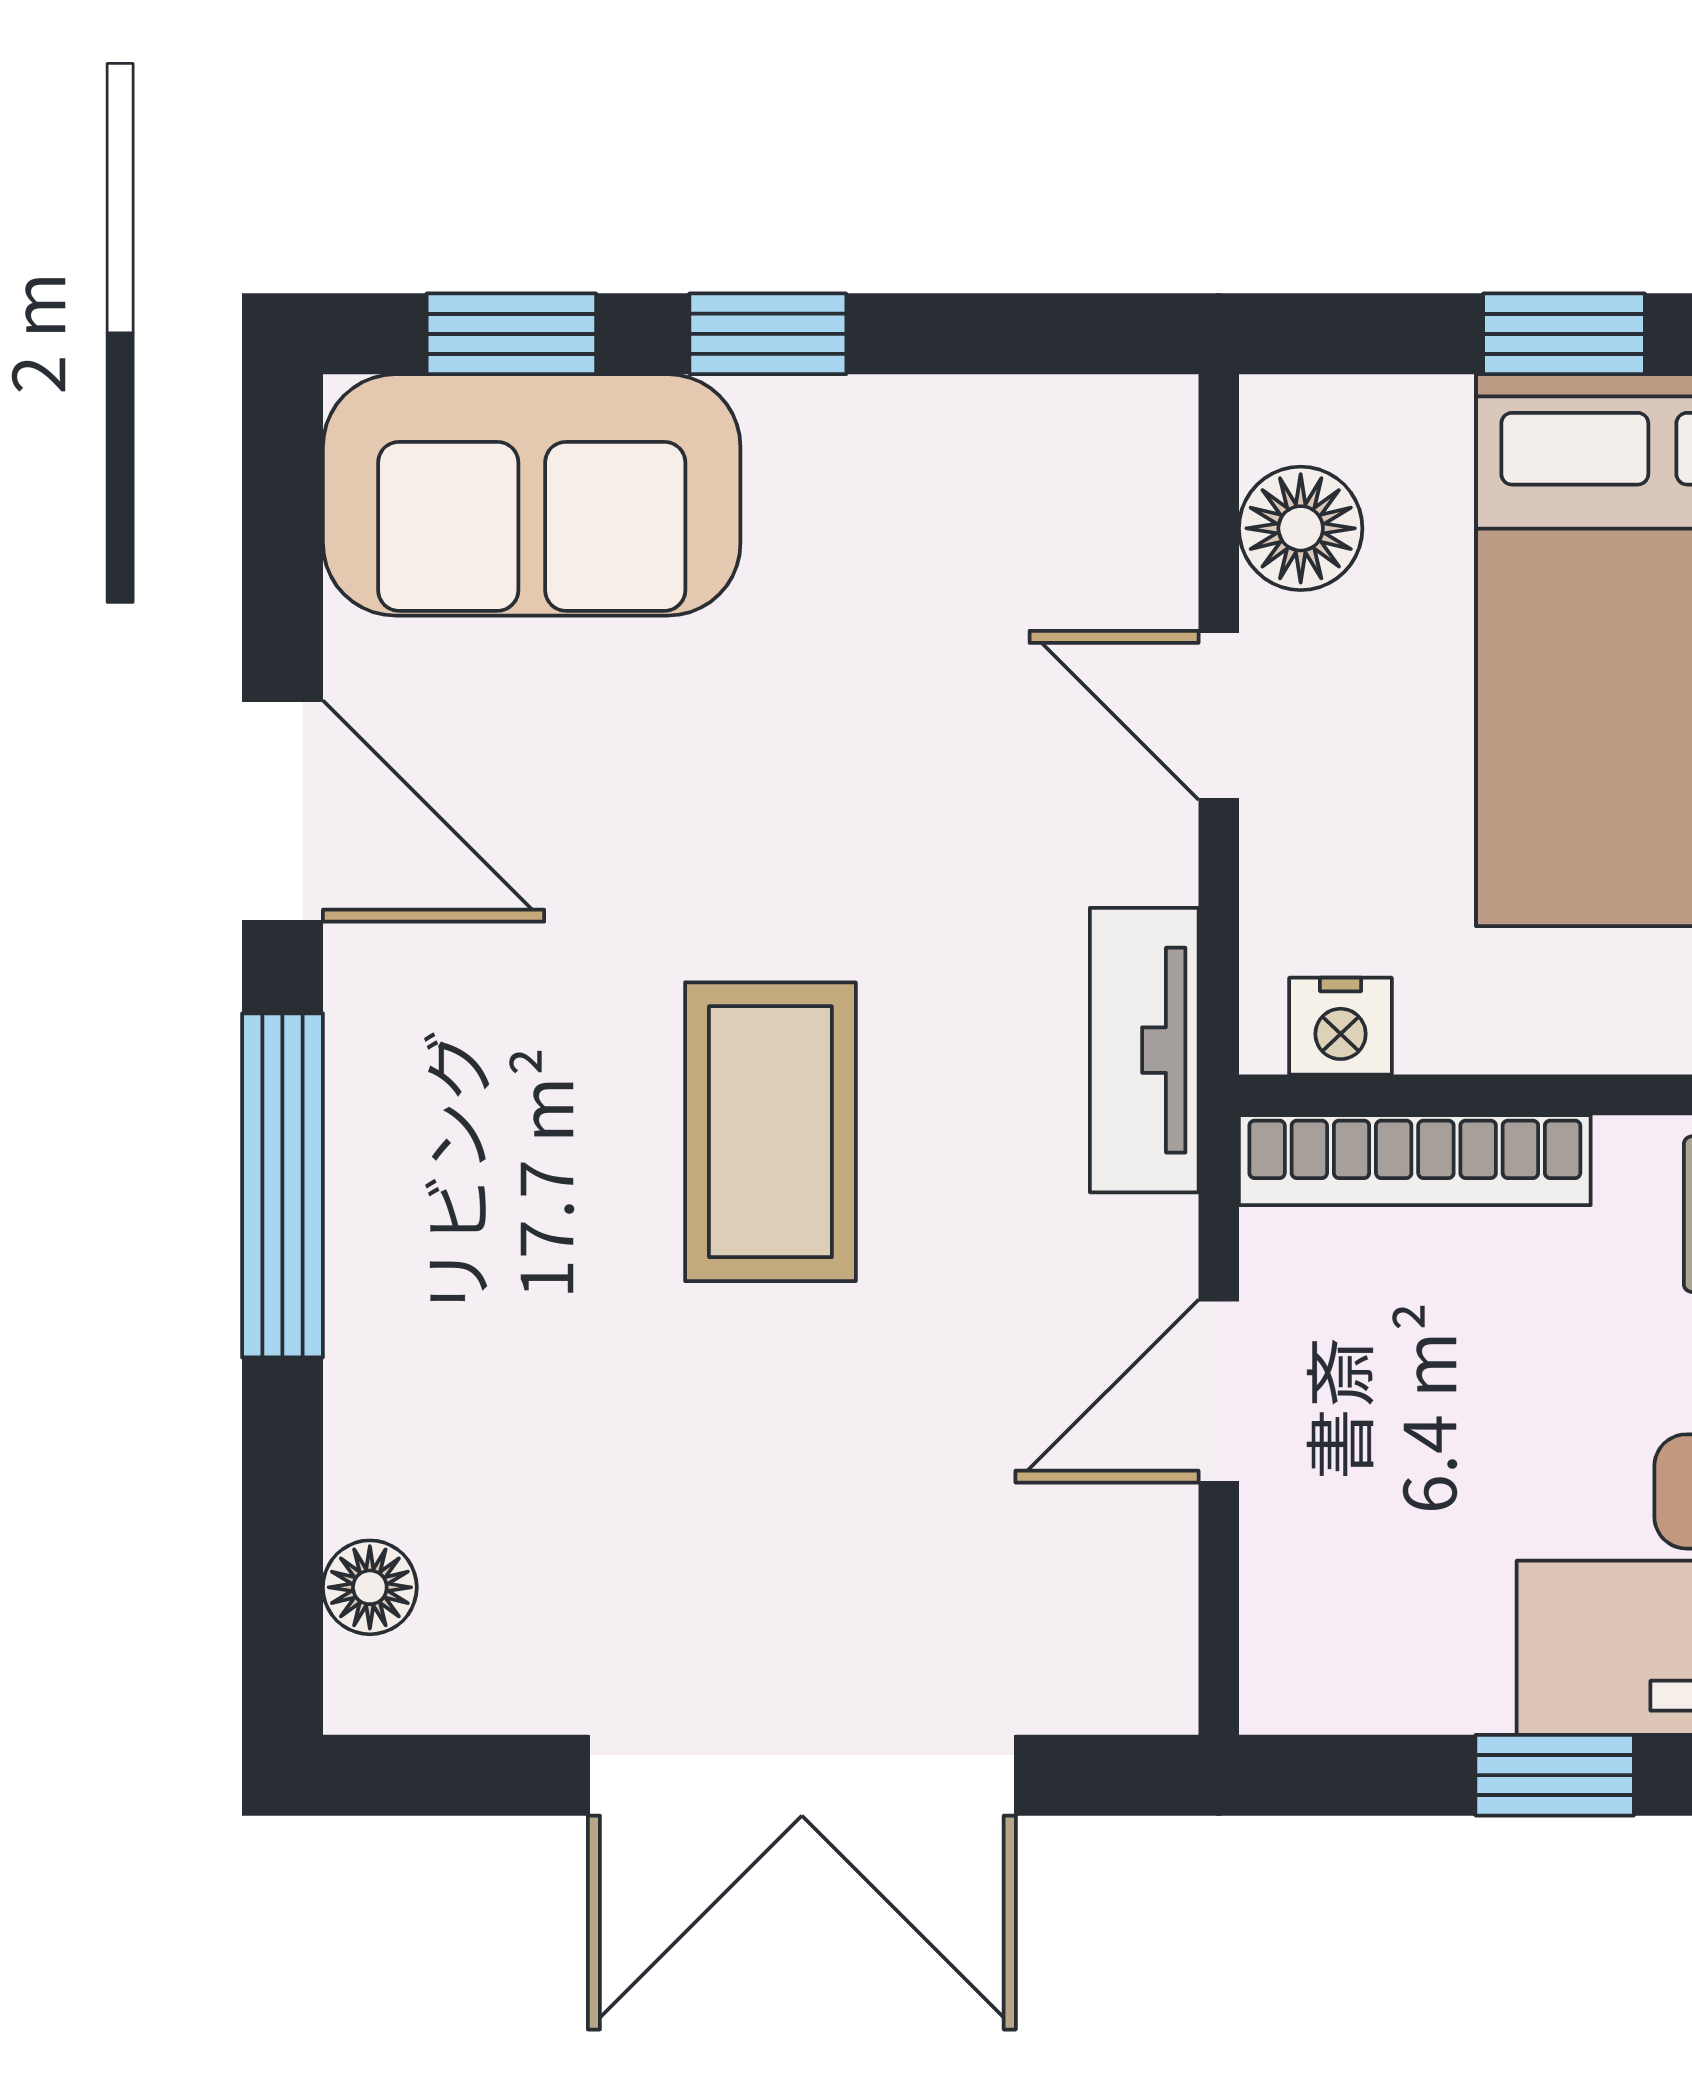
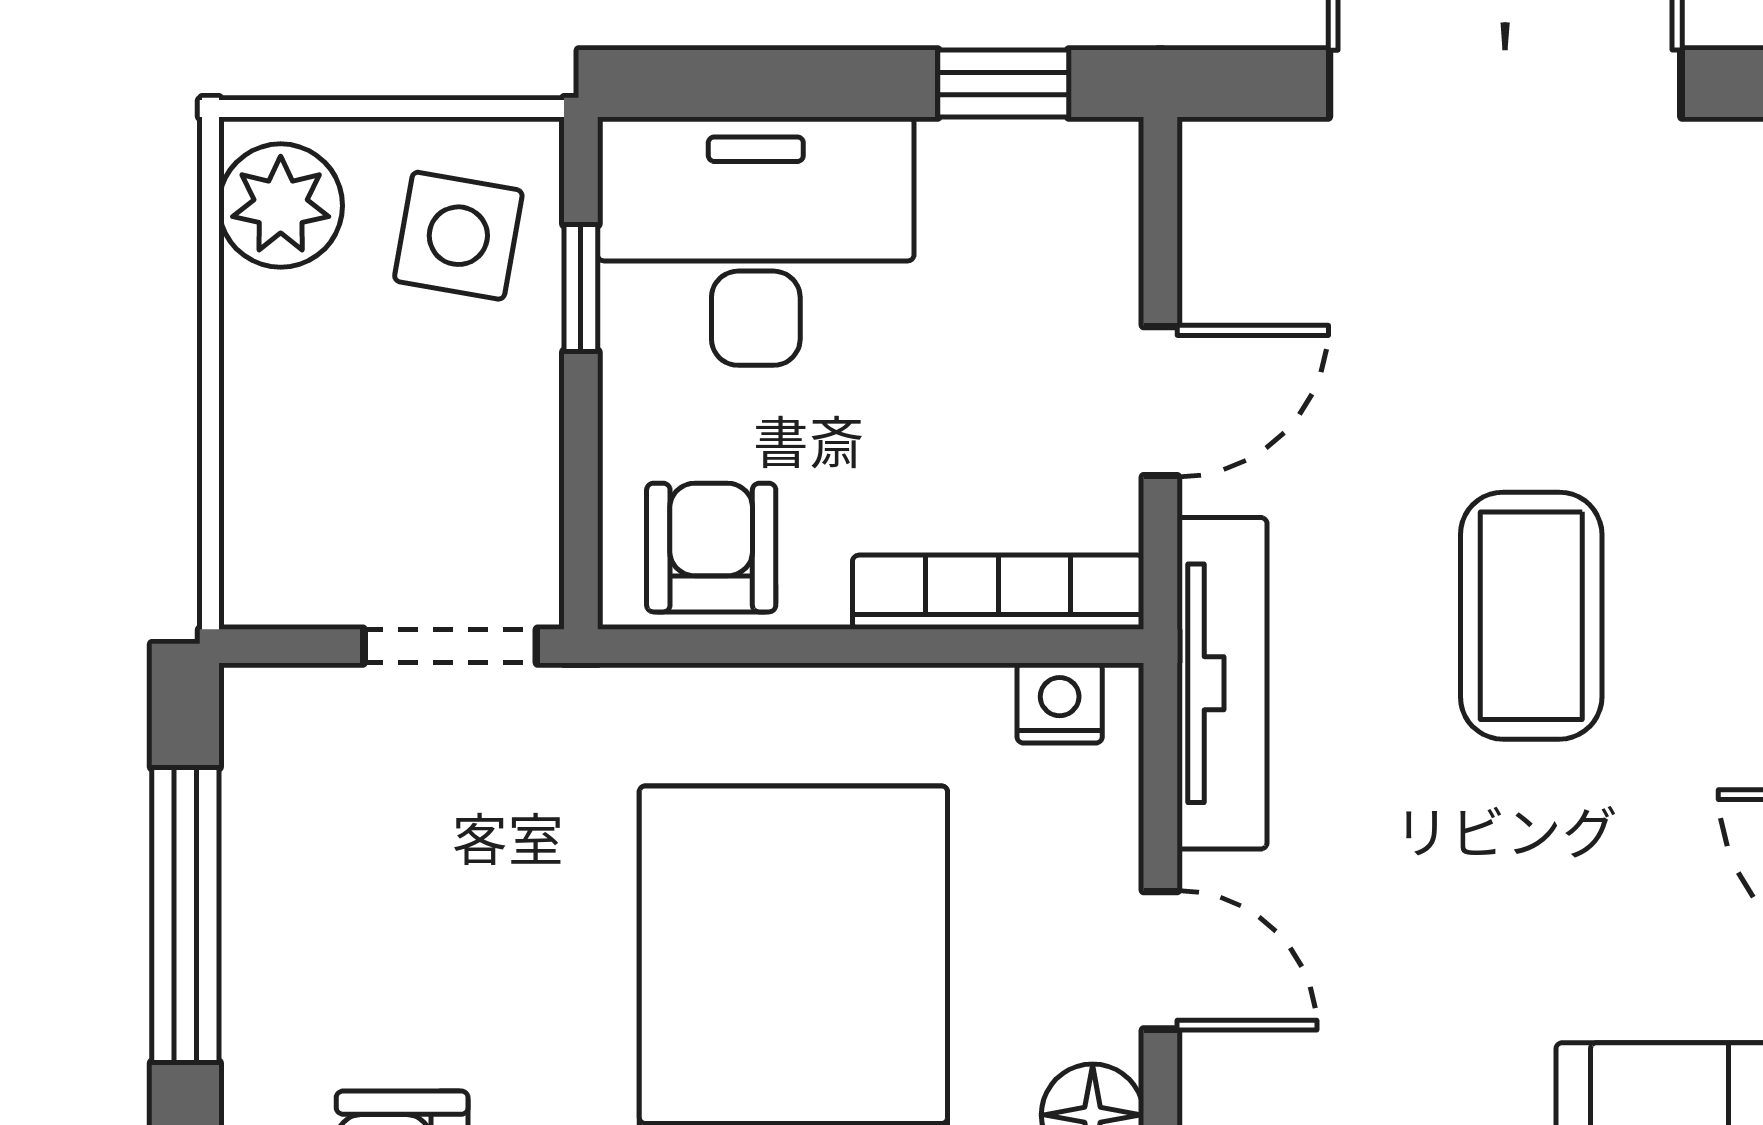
tv unit: (1144, 1050) -> (1222, 683), width x1.41
window: (1555, 1775) -> (1003, 83), moved

